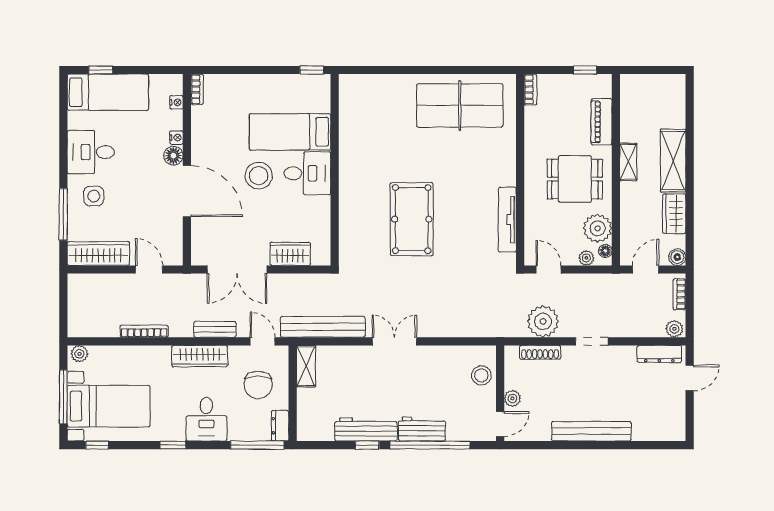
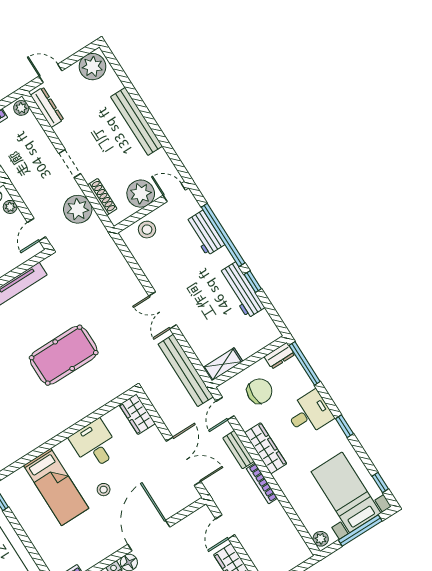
desk: (307, 173) -> (94, 445), moved
stool: (259, 176) -> (104, 490), width x0.53, depth x0.53
wardrobe: (290, 254) -> (137, 414), moved
bookcase: (144, 331) -> (262, 483), moved
plant: (512, 398) -> (141, 194), width x1.87, depth x1.87
plant: (671, 422) -> (92, 67), added
workbench: (422, 429) -> (205, 233), moved

